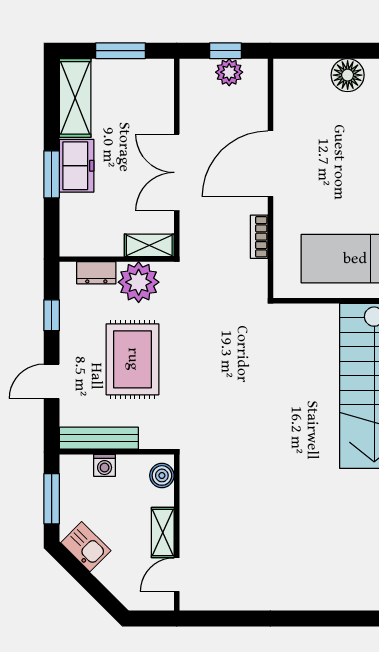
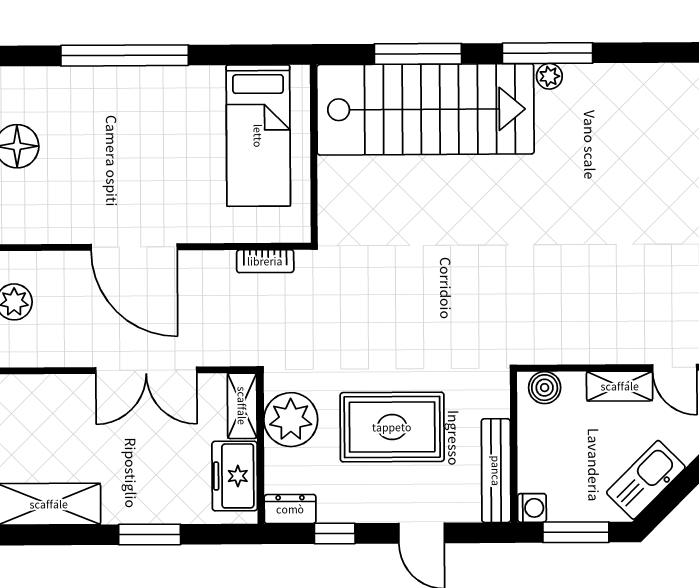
freezer: (77, 166) -> (235, 476), moved, turned -90
bookcase: (259, 237) -> (265, 261), moved
dresser: (96, 273) -> (290, 509), moved, turned -90
washing machine: (105, 465) -> (532, 508), moved
kitchen sink: (86, 547) -> (646, 480), width x1.38

